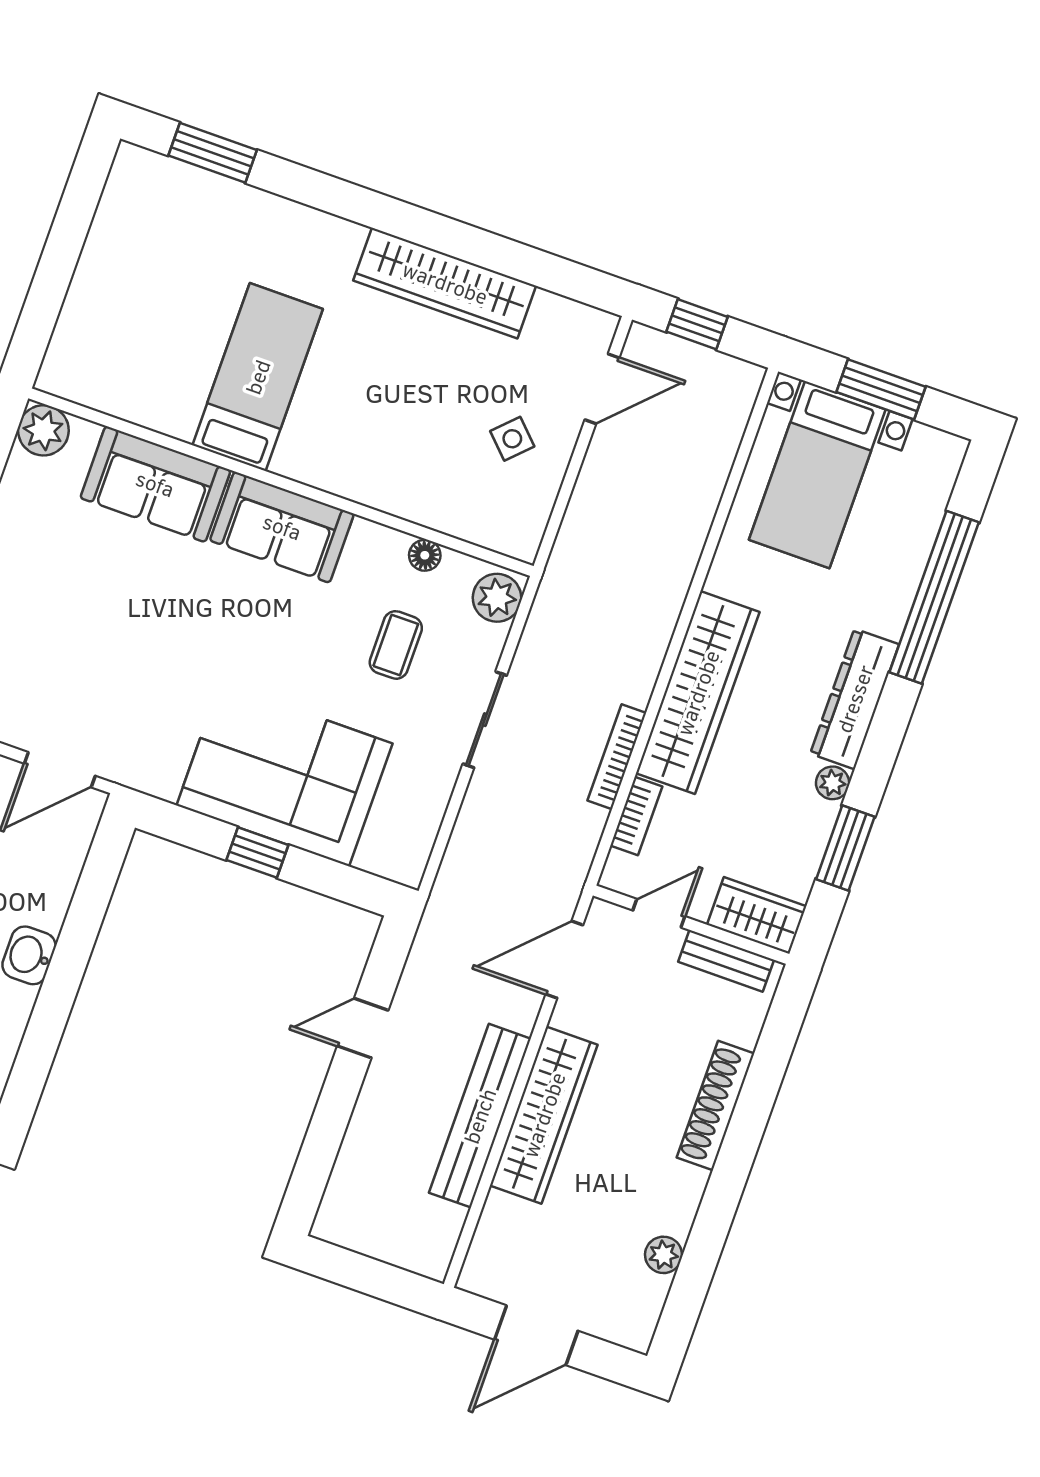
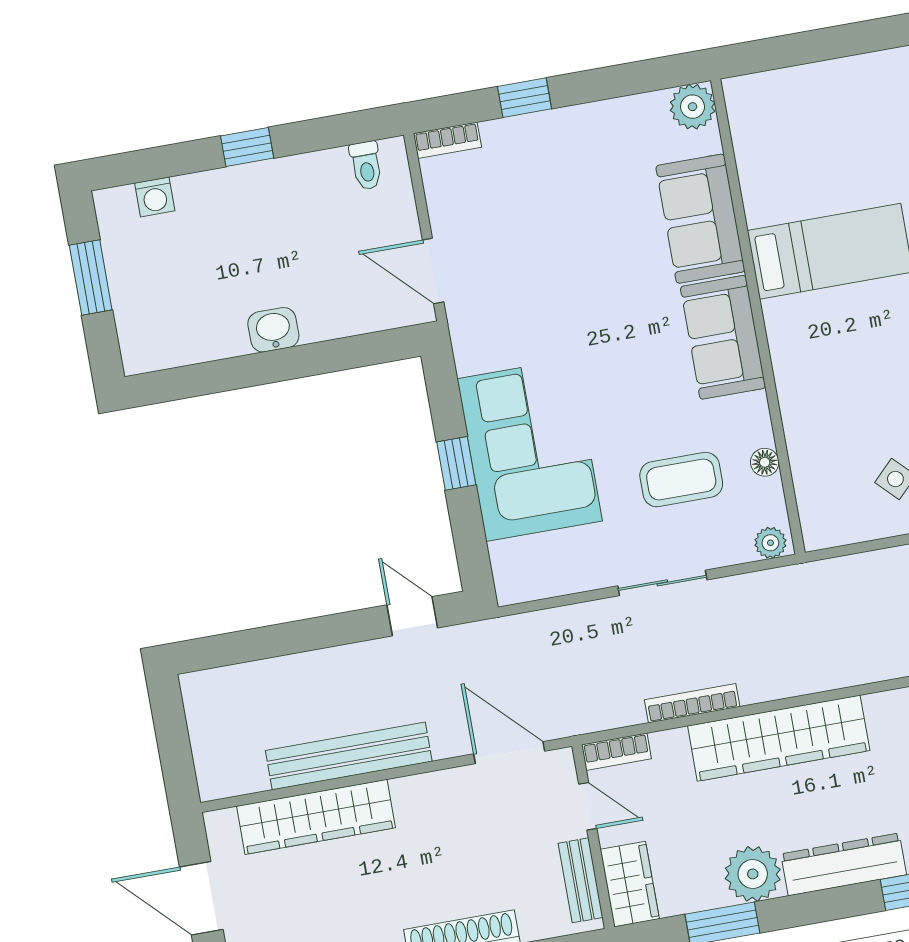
plant: (497, 598) -> (770, 543), width x0.73, depth x0.73
coffee table: (396, 645) -> (681, 480), width x1.36, depth x1.30
plant: (833, 783) -> (753, 874), width x1.88, depth x1.88
bookcase: (636, 816) -> (616, 752), moved
door: (363, 1028) -> (412, 616), moved
wardrobe: (544, 1115) -> (316, 817), moved

